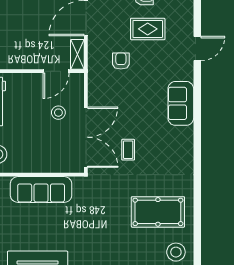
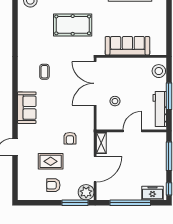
door: (56, 71) -> (132, 131), moved
coffee table: (128, 150) -> (44, 72), moved
pool table: (158, 212) -> (73, 25), moved

